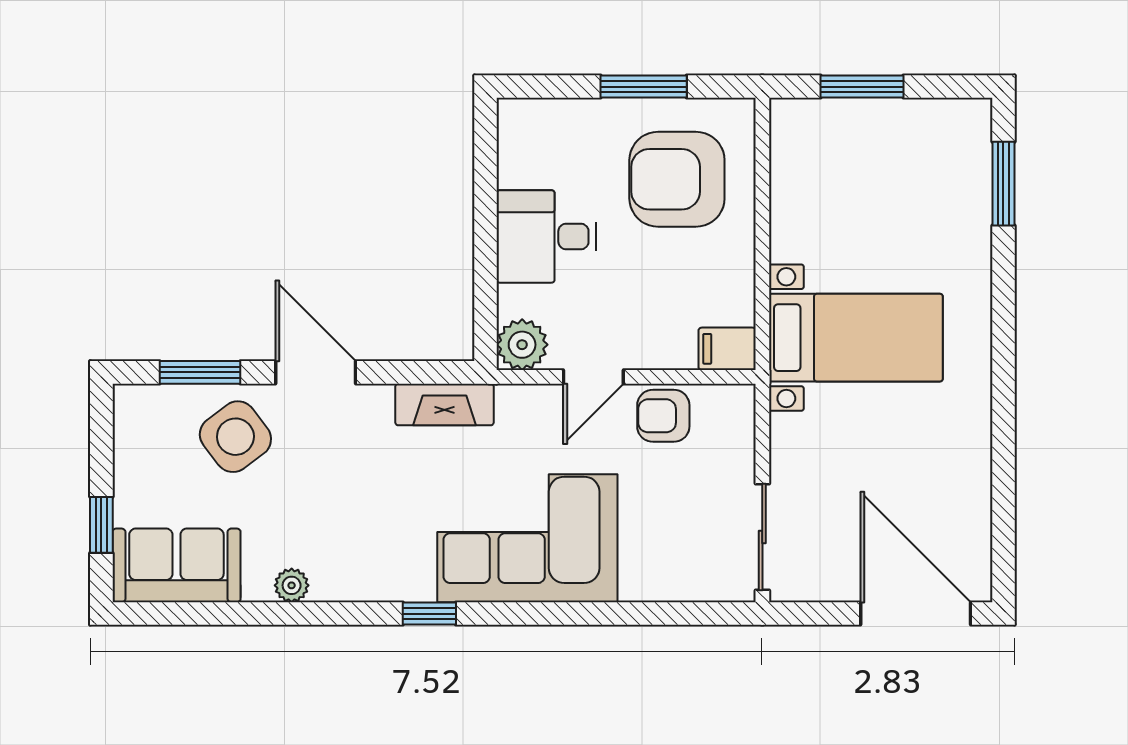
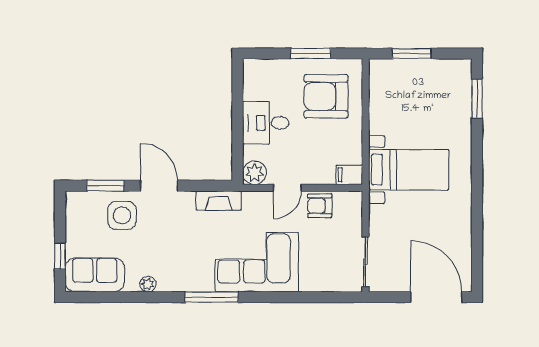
side table: (235, 437) -> (122, 215), turned 37
window: (429, 614) -> (212, 297), width x2.17

